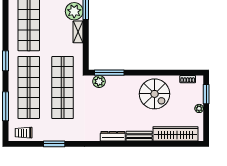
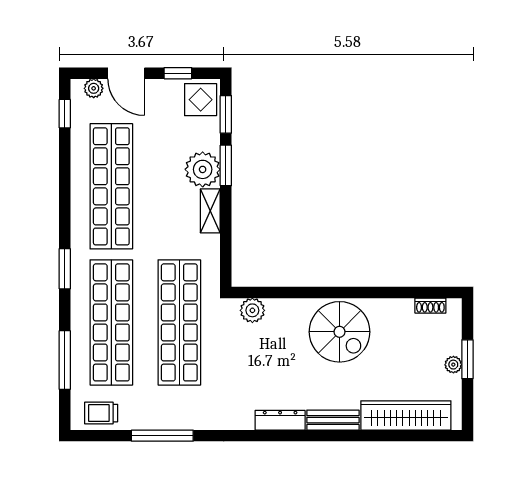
window: (109, 73) -> (273, 292), removed
spiral stairs: (155, 94) -> (340, 332), moved
window: (206, 94) -> (467, 359), moved
window: (54, 144) -> (162, 436), width x1.44

